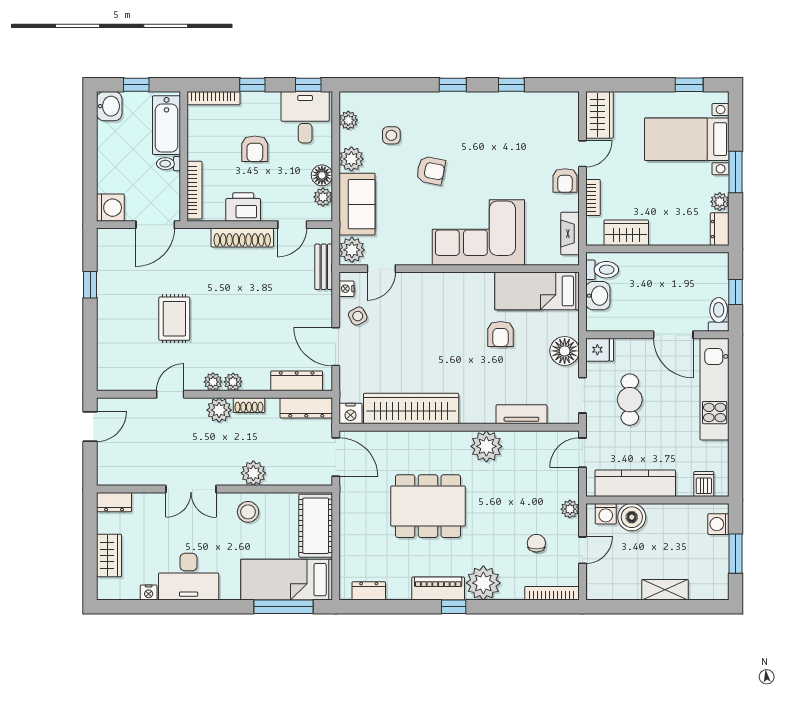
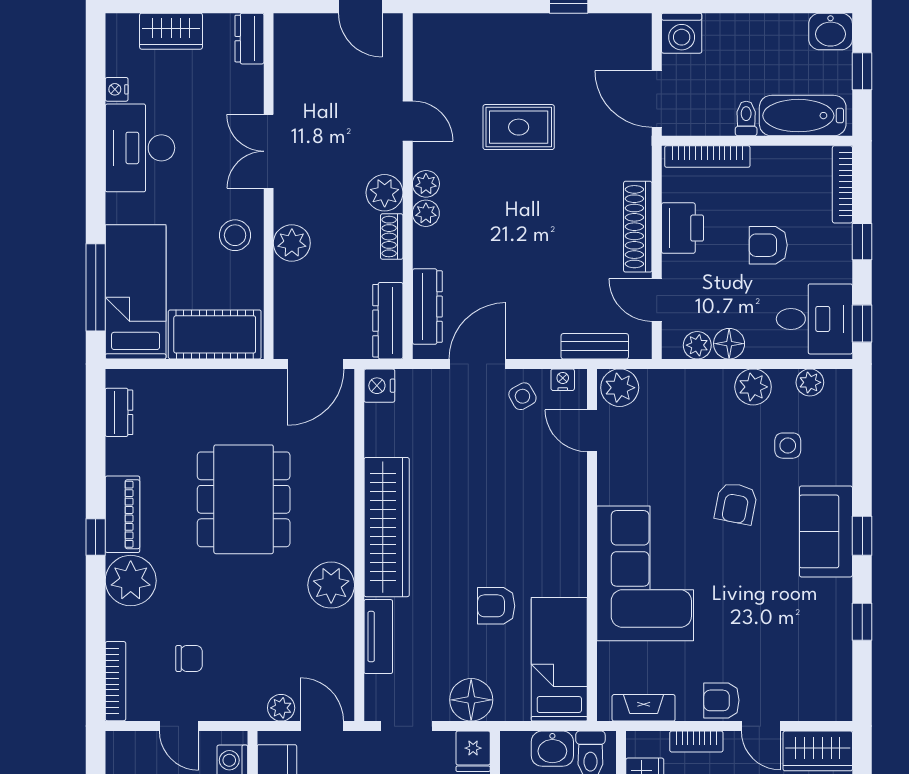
sofa: (357, 204) -> (826, 531), moved, turned 90
wardrobe: (411, 409) -> (387, 527), moved
plant: (570, 509) -> (281, 708), moved

